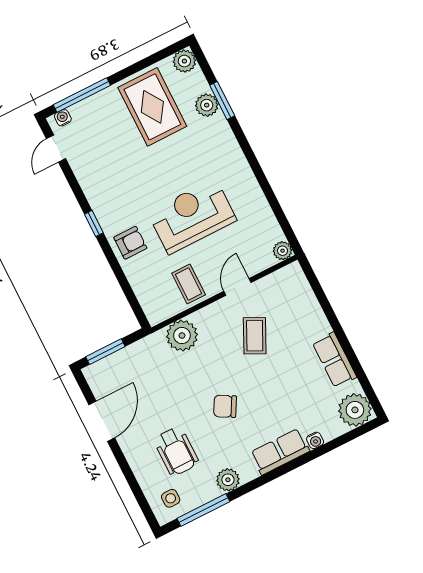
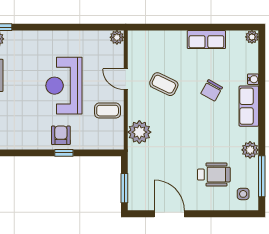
window: (94, 224) -> (64, 153), moved
chair: (225, 406) -> (212, 90), moved
plant: (355, 410) -> (252, 37), width x0.53, depth x0.53

